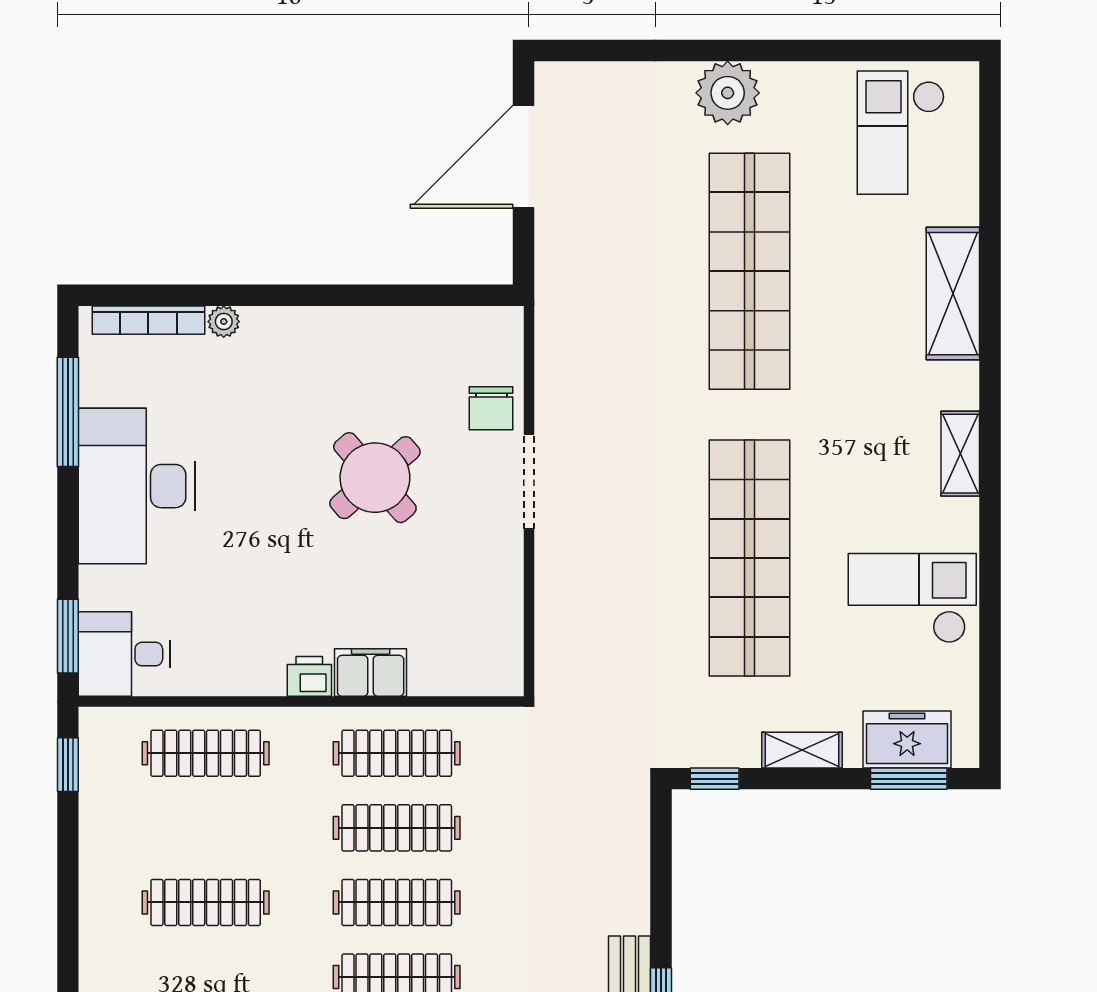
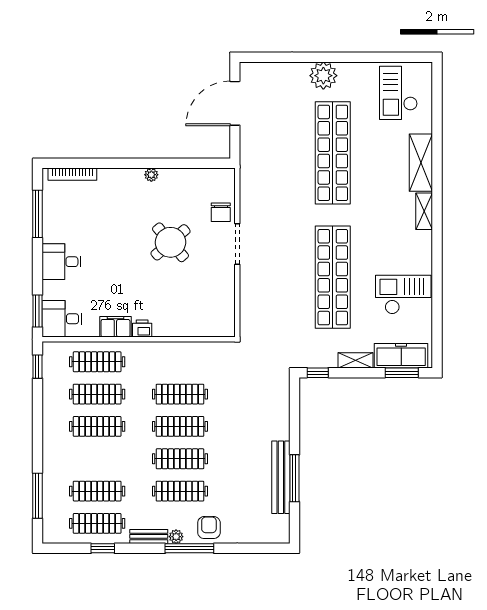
plant: (224, 322) -> (151, 175), moved
shelving: (960, 454) -> (424, 211), moved
desk: (137, 486) -> (61, 262), width x0.53, depth x0.77
filing cabinet: (371, 672) -> (115, 327), moved
freezer: (907, 740) -> (401, 356), width x1.40
clothes rail: (397, 753) -> (97, 394), moved

